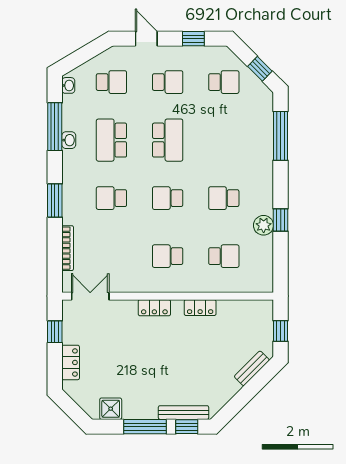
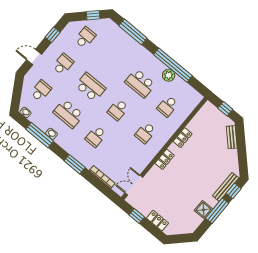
school desk: (224, 198) -> (140, 83), width x1.85
window: (281, 220) -> (173, 65), width x3.17
school desk: (224, 256) -> (168, 106), turned 180
shower: (111, 409) -> (204, 210), moved

